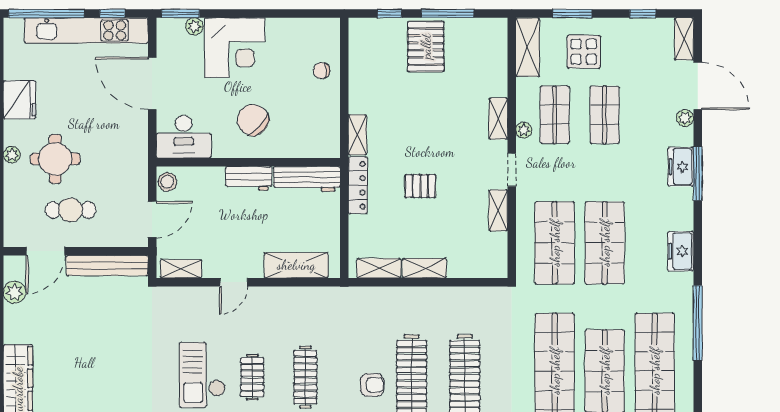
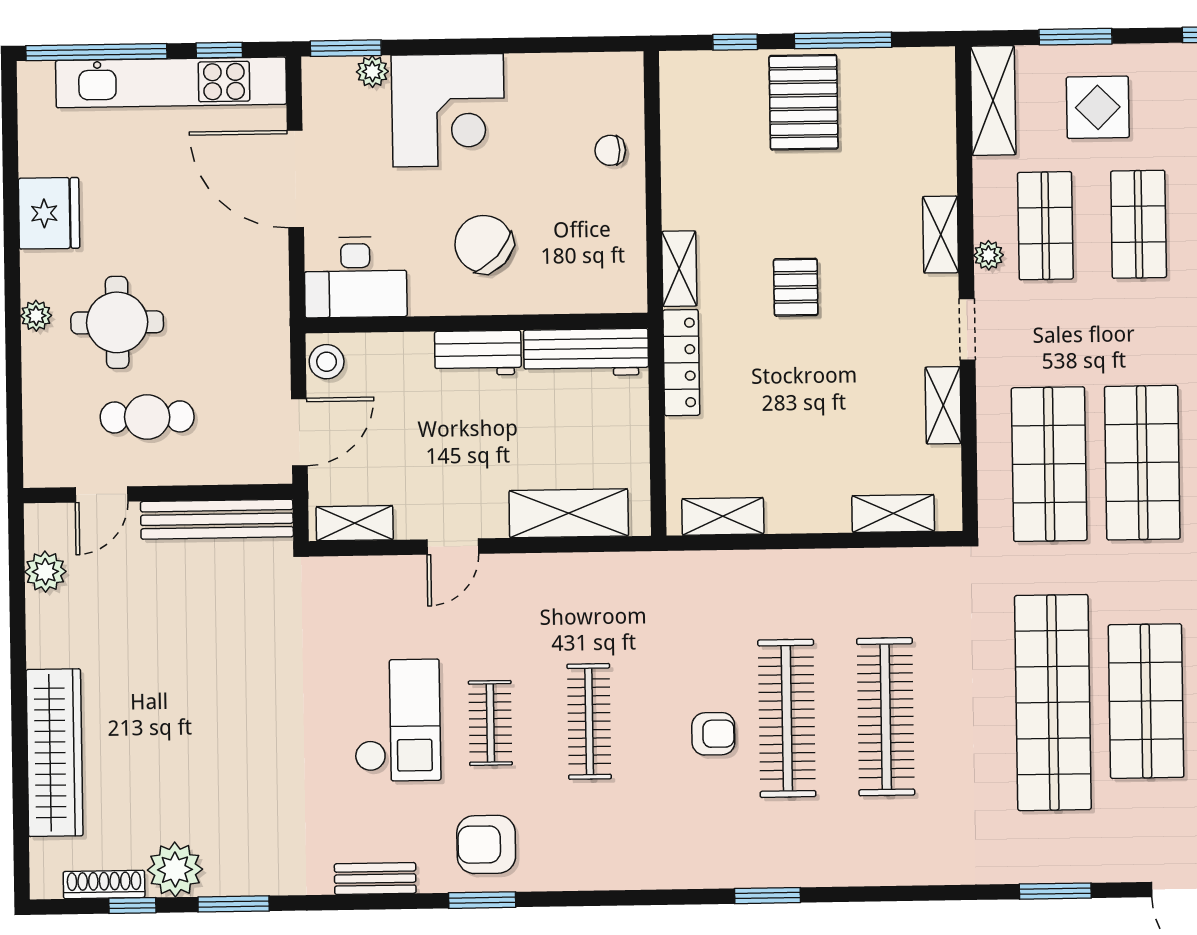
pallet: (420, 186) -> (796, 287), moved, turned 90
door: (45, 251) -> (101, 494), width x0.73
shelving: (424, 268) -> (893, 514), moved
checkout: (202, 375) -> (397, 720), turned 180

